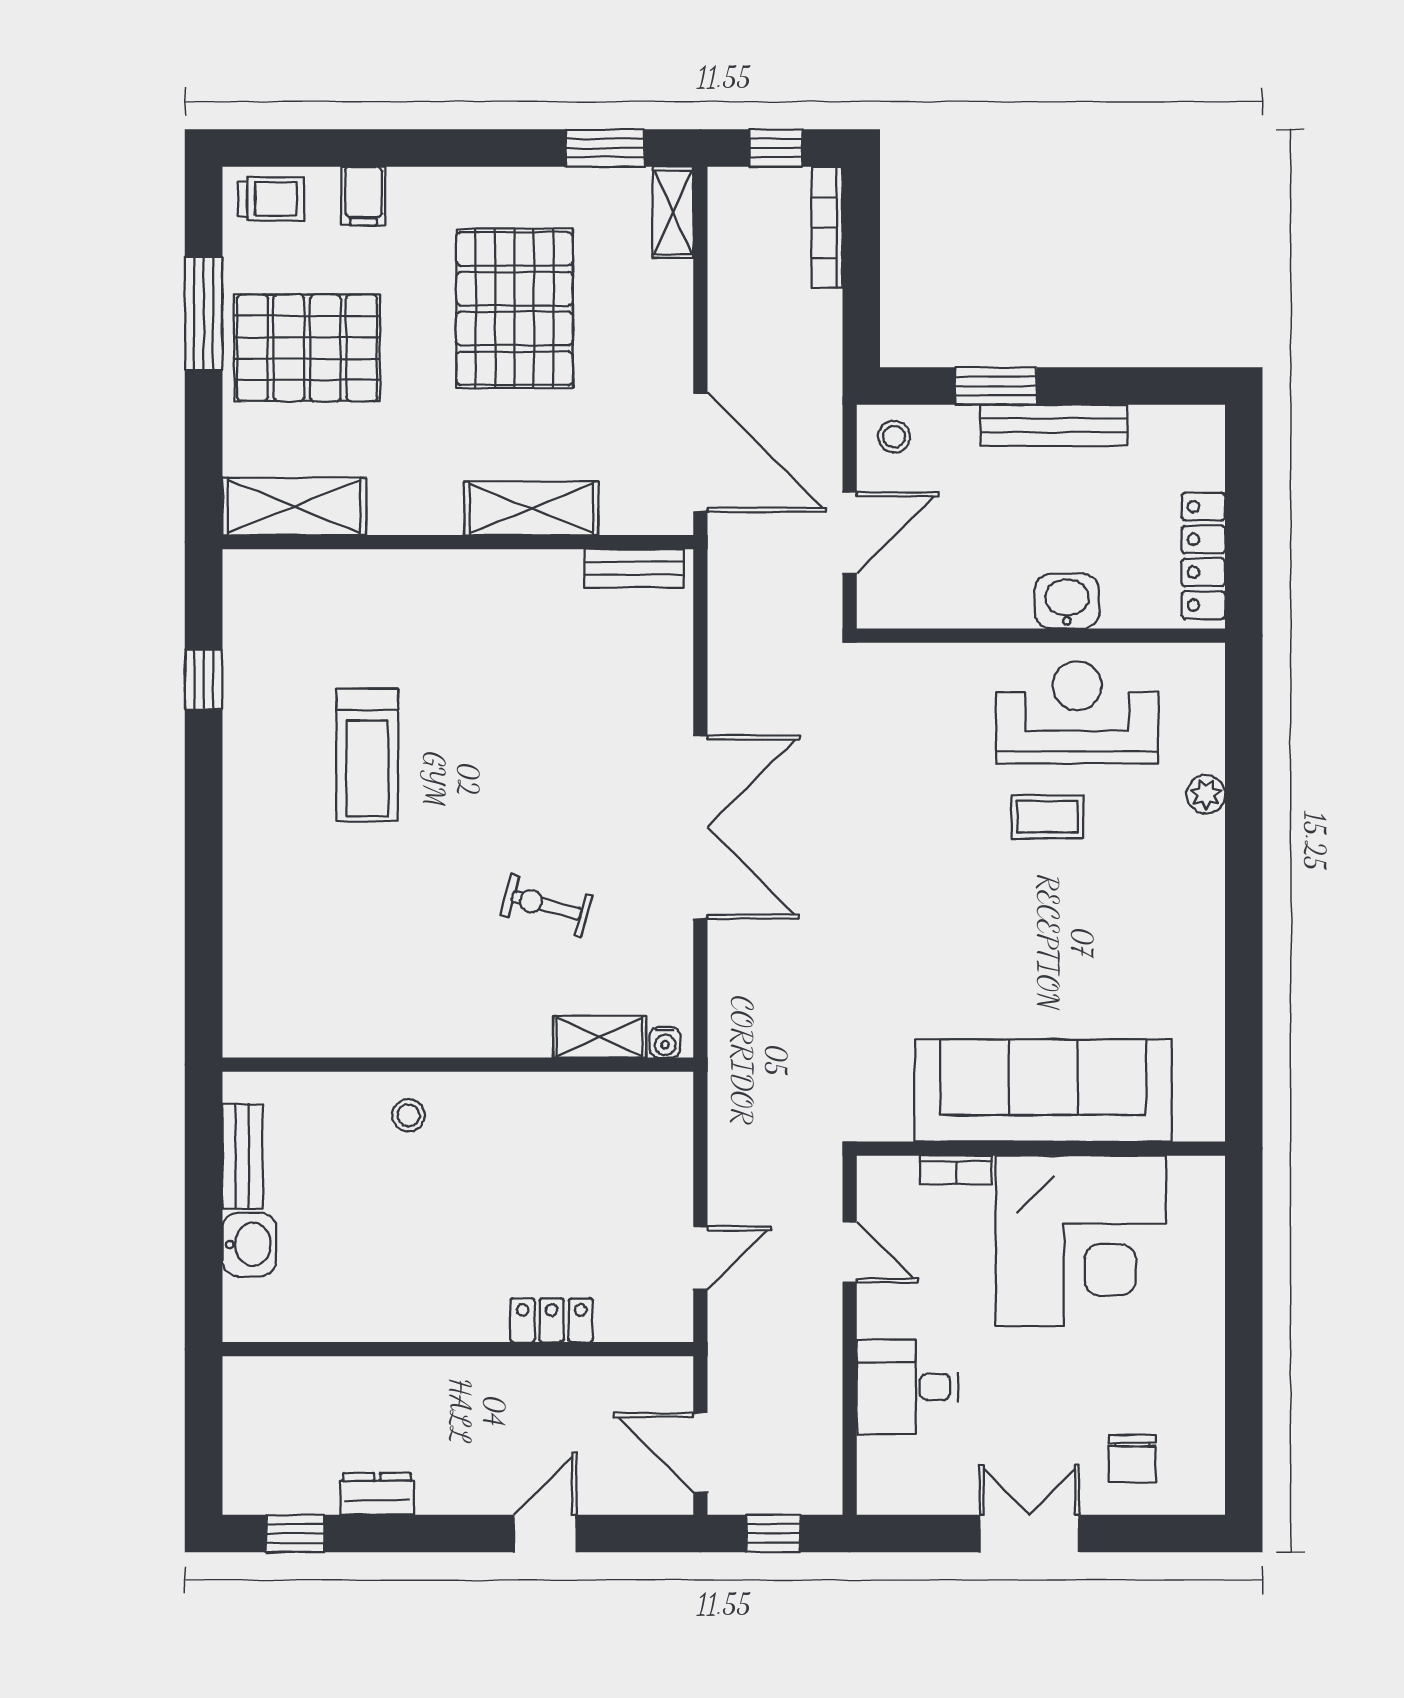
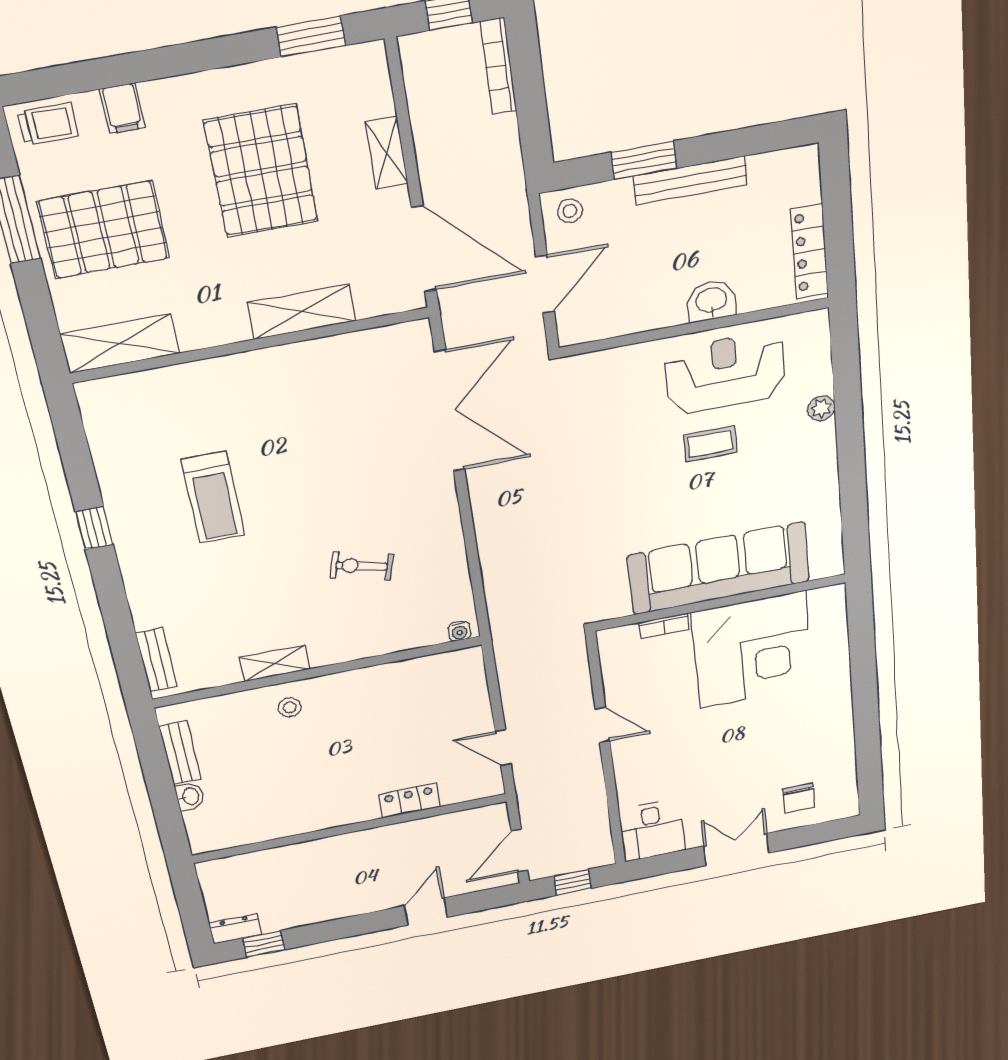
shelving: (673, 212) -> (387, 153), moved
bench: (634, 568) -> (156, 660), moved, turned 90
window: (204, 679) -> (94, 528), moved
double door: (700, 827) -> (450, 411), moved
shelving: (600, 1037) -> (275, 663), moved
sofa: (1043, 1091) -> (719, 568), moved
wall: (1041, 1149) -> (720, 602), moved
bookcase: (956, 1170) -> (664, 626), moved
corner desk: (1081, 1241) -> (752, 650), moved
washbasin: (249, 1245) -> (190, 796), width x0.72, depth x0.69
door: (700, 1258) -> (503, 748), swing flipped
desk: (908, 1387) -> (652, 830), moved, turned -90
door: (700, 1453) -> (519, 851), hinge flipped
dresser: (377, 1494) -> (235, 929), moved

